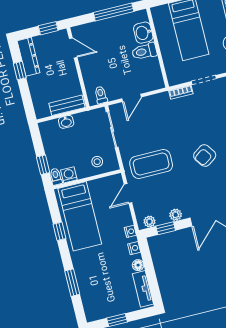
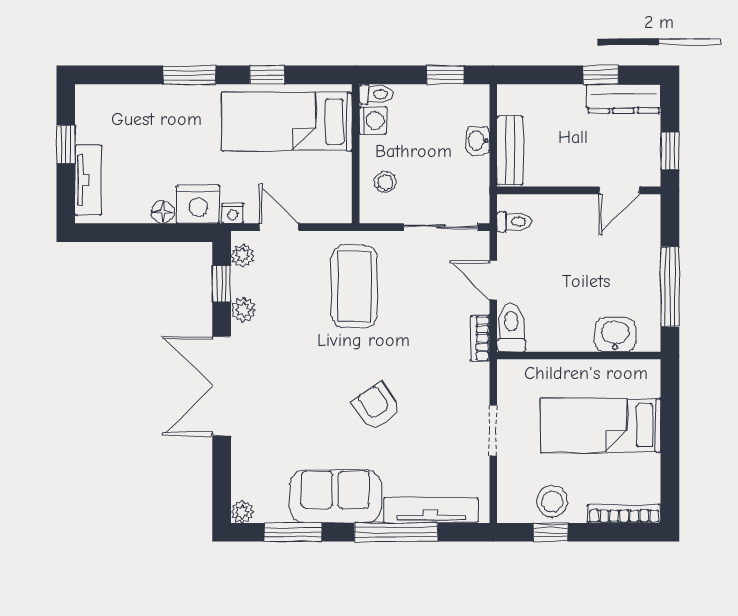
toilet: (144, 51) -> (511, 328), moved
bookcase: (181, 92) -> (480, 338), moved
armchair: (205, 156) -> (376, 407), moved
window: (43, 165) -> (445, 75), moved
door: (128, 194) -> (279, 227), moved
nightstand: (134, 248) -> (198, 204), width x1.89, depth x1.79
window: (72, 283) -> (190, 75), moved
tv unit: (143, 289) -> (88, 180), moved, turned 90

